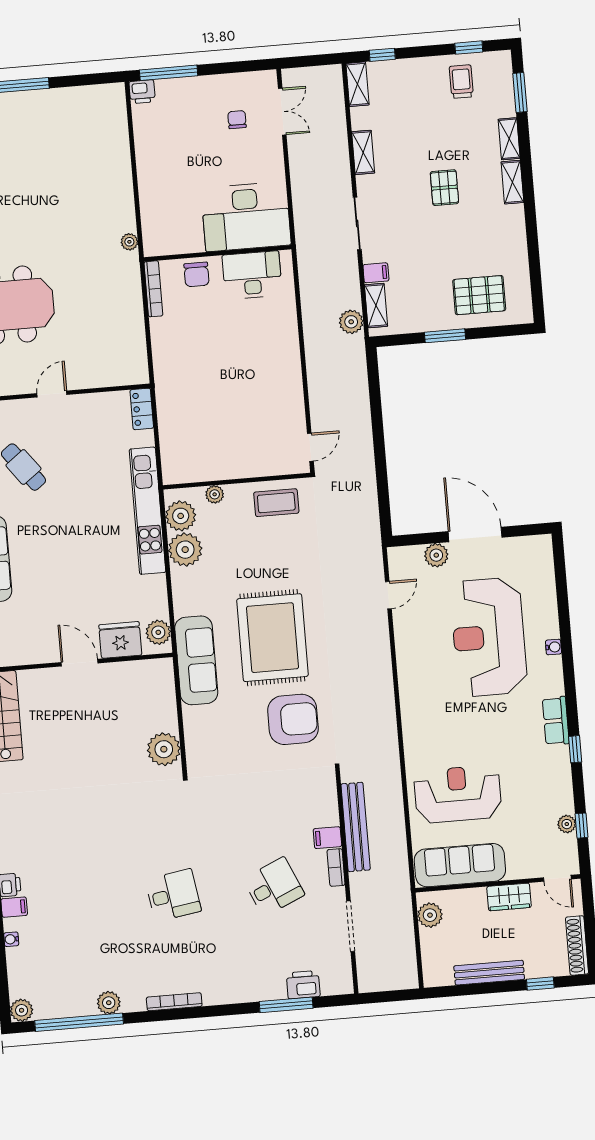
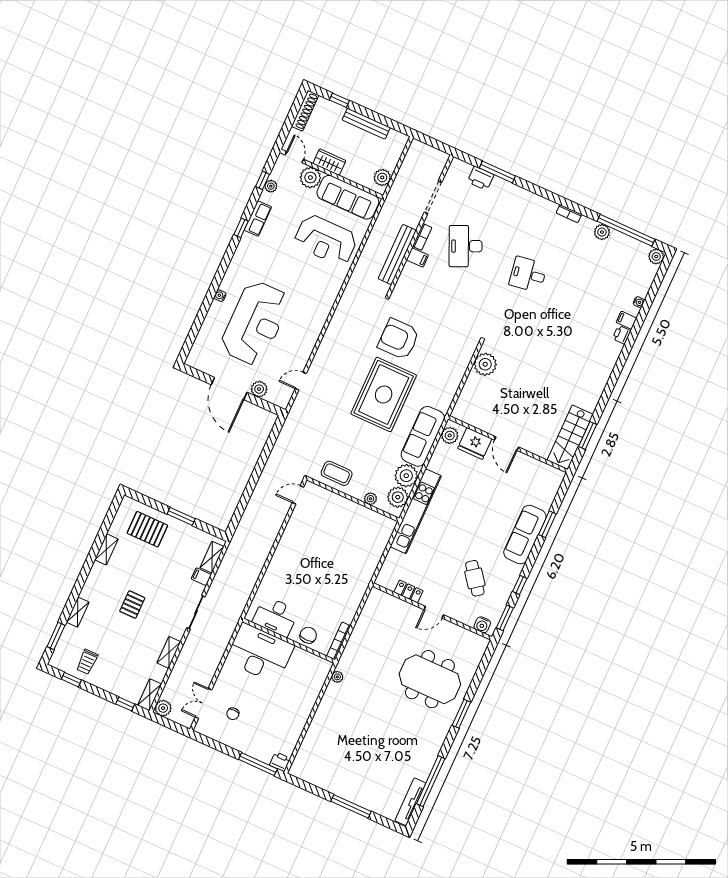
shelving: (512, 182) -> (106, 549), moved
plant: (351, 322) -> (163, 708), moved
locker: (142, 409) -> (408, 591), moved, turned -90
sofa: (196, 660) -> (423, 436), moved
row of seats: (556, 721) -> (258, 219), moved
plant: (522, 864) -> (310, 178), added
desk: (274, 887) -> (466, 246), width x1.37
bookcase: (174, 1002) -> (569, 214), width x0.64

